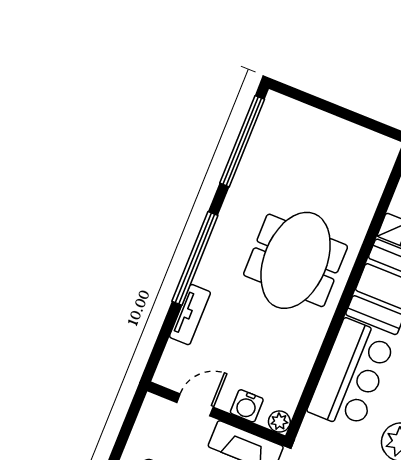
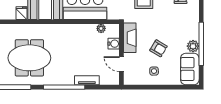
meeting table: (296, 260) -> (29, 58), moved
plant: (279, 422) -> (101, 28), moved

